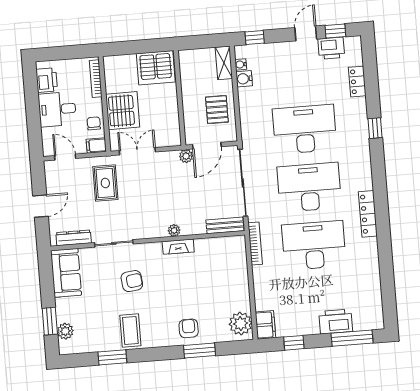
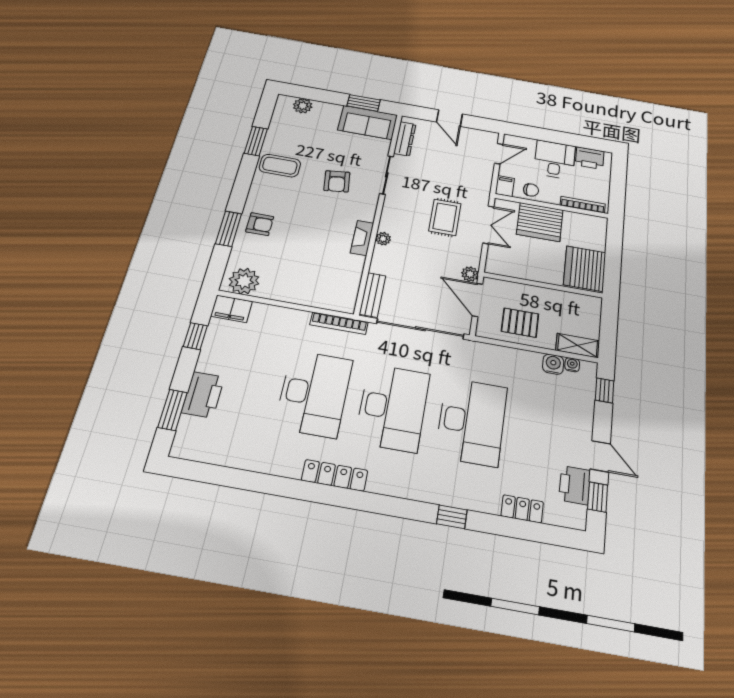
rug: (105, 183) -> (445, 217), moved, turned 90
window: (50, 321) -> (364, 103), moved
window: (352, 338) -> (173, 410), width x0.69

